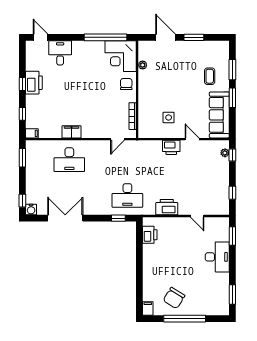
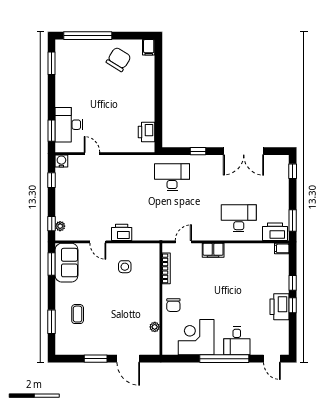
window: (105, 37) -> (224, 359), moved
desk: (60, 53) -> (237, 341), moved
corner desk: (121, 56) -> (196, 337), moved, turned -90
window: (232, 98) -> (52, 264), moved
window: (22, 114) -> (293, 283), moved
sofa: (219, 115) -> (67, 263), width x0.73
filing cabinet: (71, 132) -> (213, 250), moved
printer: (167, 207) -> (275, 232), moved, turned 180
water cooler: (31, 209) -> (61, 161), moved
window: (118, 218) -> (198, 151), moved
desk: (217, 257) -> (69, 125), moved
window: (185, 319) -> (88, 36), moved

